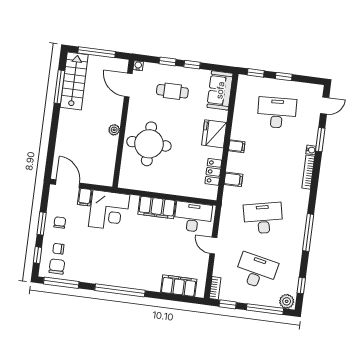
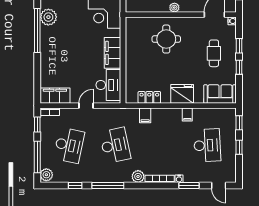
round table: (149, 144) -> (166, 39), width x0.73, depth x0.73
filing cabinet: (237, 146) -> (187, 115), moved
plant: (302, 197) -> (138, 176), added
plant: (106, 276) -> (48, 17), added
filing cabinet: (179, 286) -> (55, 96), moved, turned -90
window: (301, 286) -> (75, 186), moved

